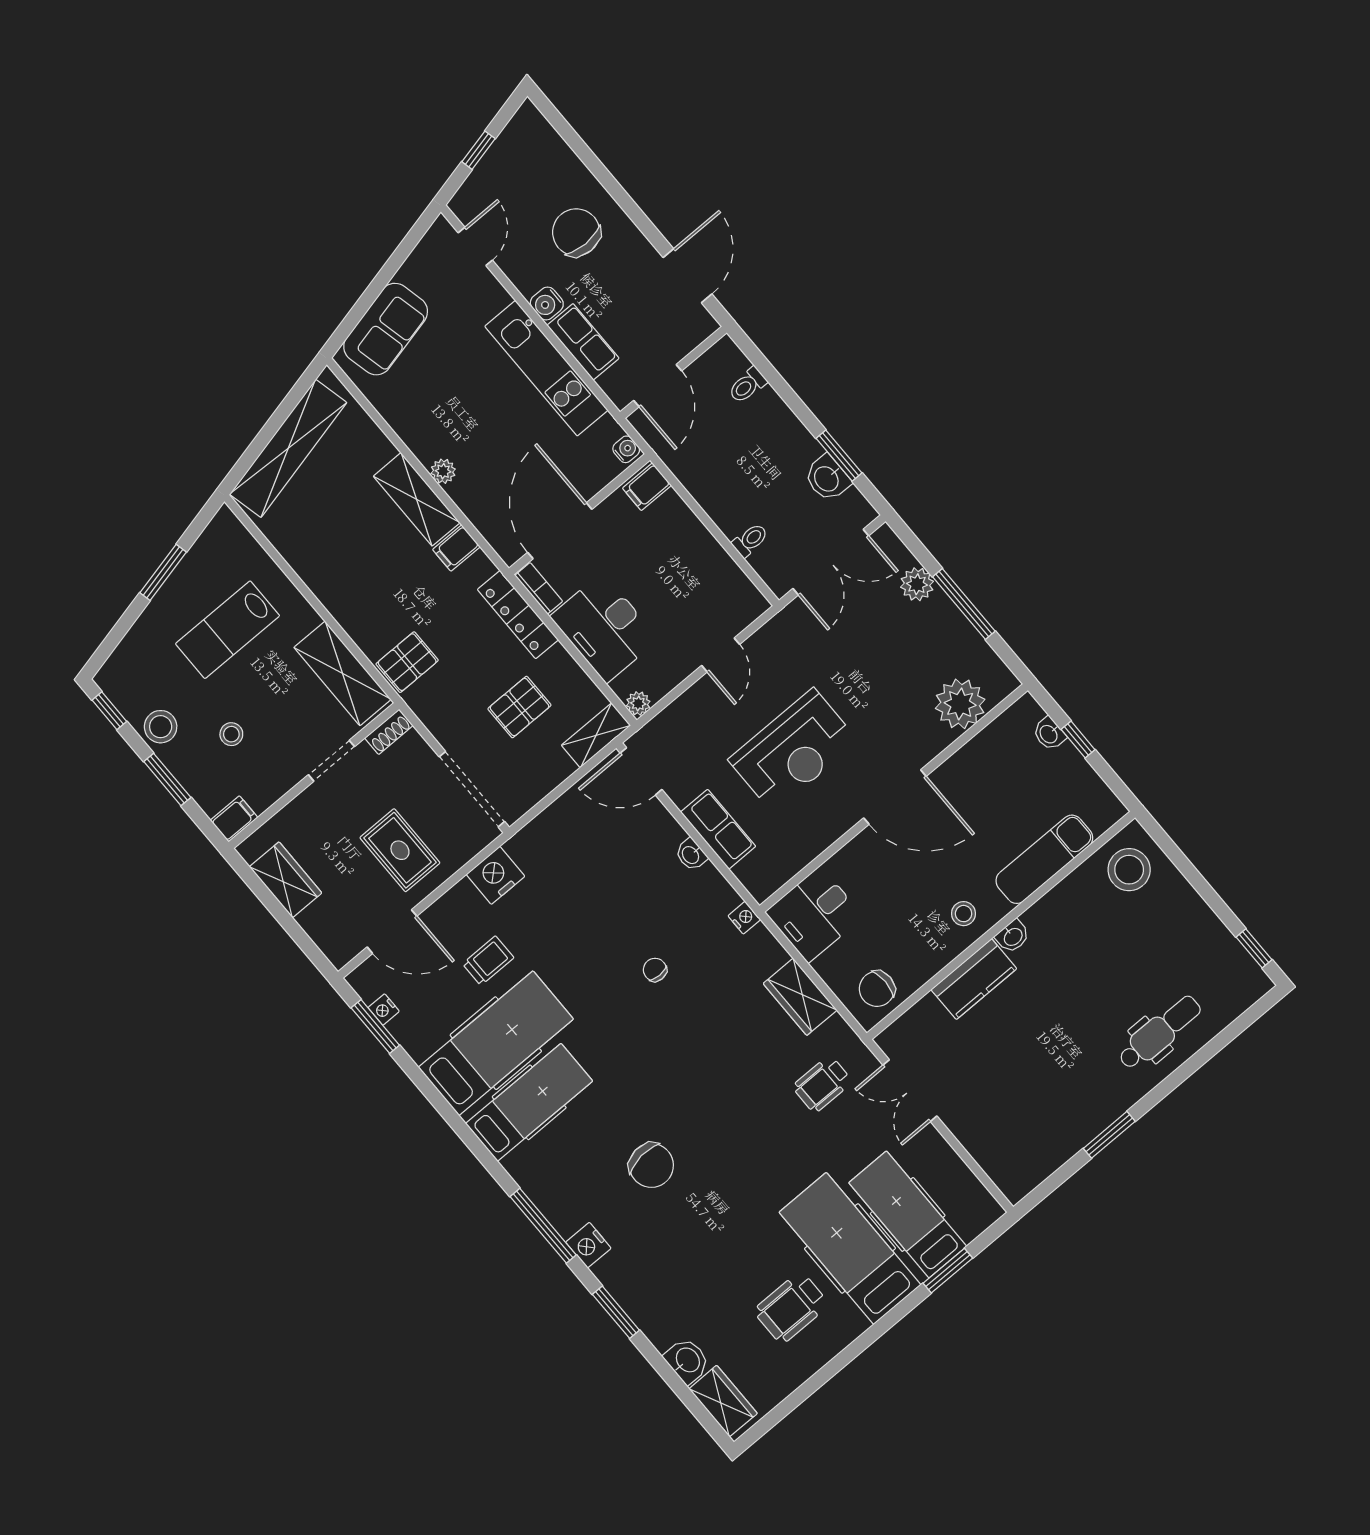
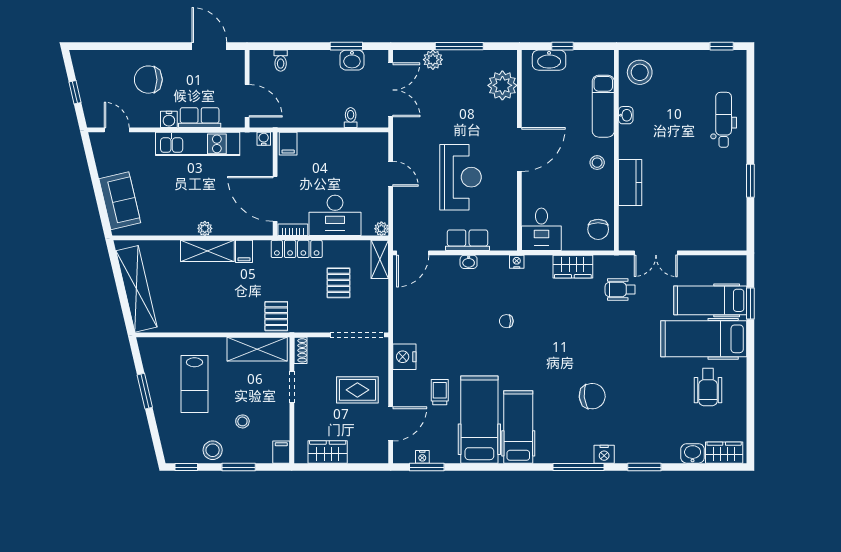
washbasin: (1049, 734) -> (549, 60), width x1.91, depth x1.45
washbasin: (1013, 936) -> (626, 115), moved
wheelchair: (822, 1084) -> (620, 289), turned 90

